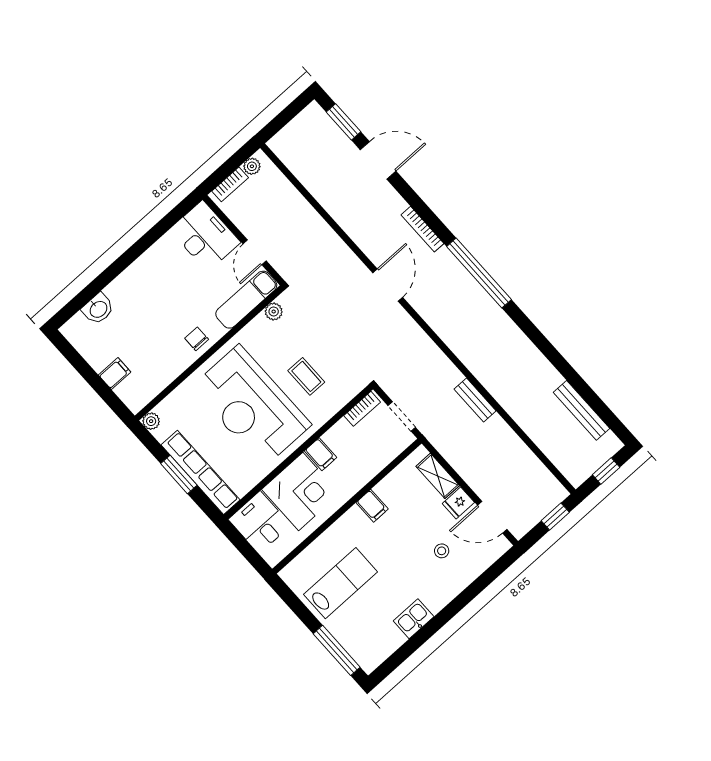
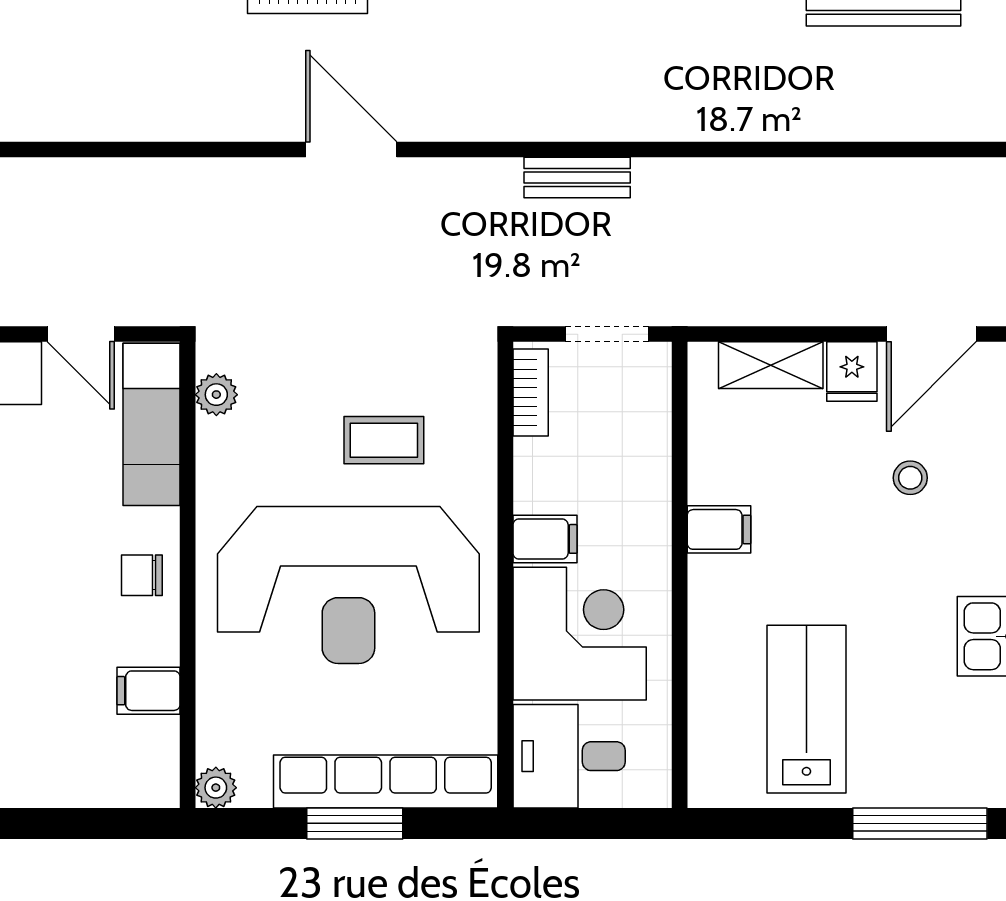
filing cabinet: (115, 374) -> (149, 691), moved, turned -90
bench: (475, 400) -> (577, 178), moved

